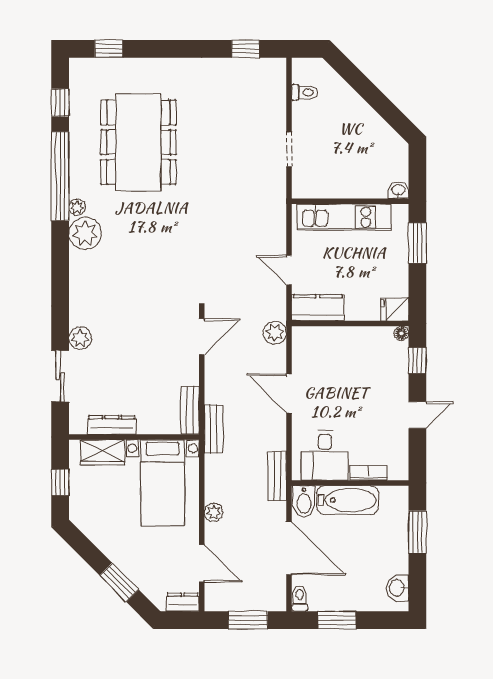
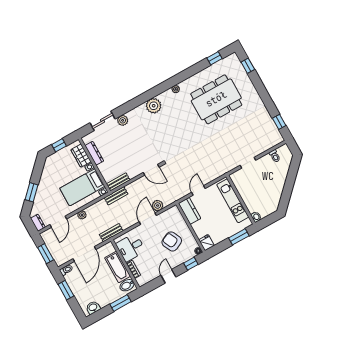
window: (60, 176) -> (184, 75), removed
plant: (85, 233) -> (154, 106), moved
plant: (275, 333) -> (158, 206), moved
armchair: (356, 373) -> (172, 241), added
door: (417, 415) -> (168, 276), swing flipped
bidet: (304, 501) -> (127, 285), moved

